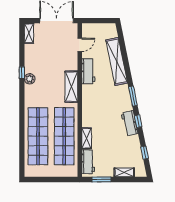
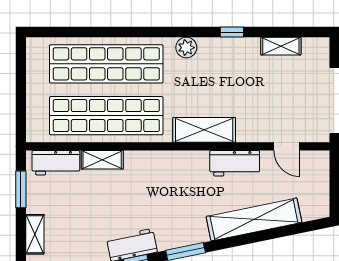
shelving: (29, 33) -> (281, 46), moved
plant: (30, 79) -> (186, 48), moved

